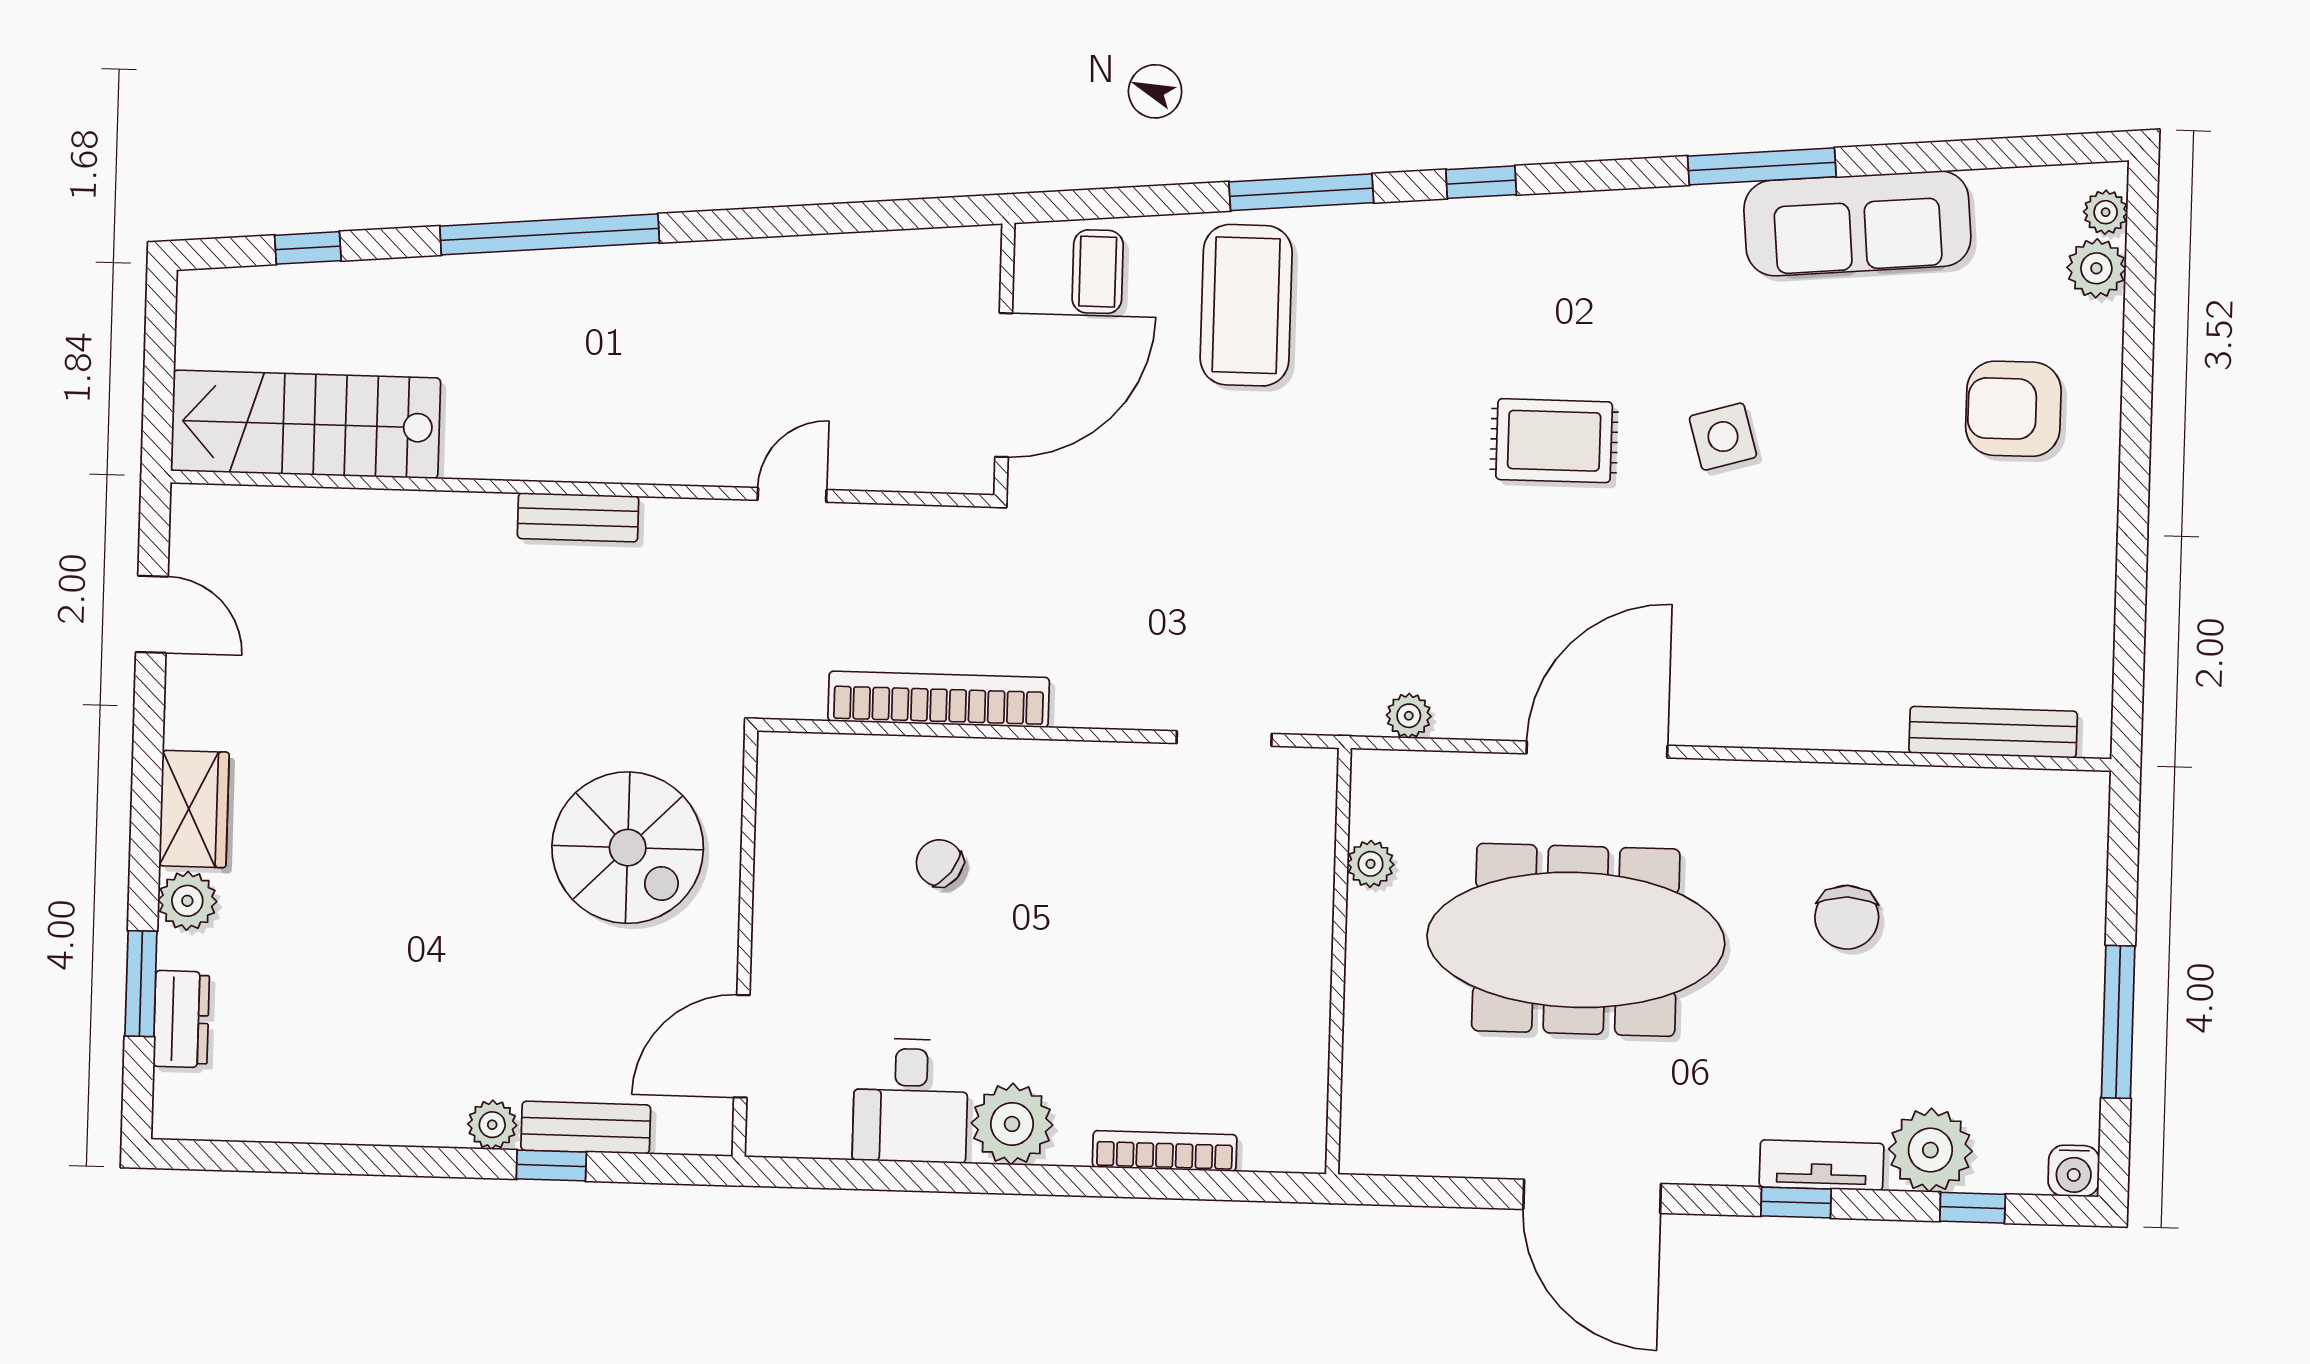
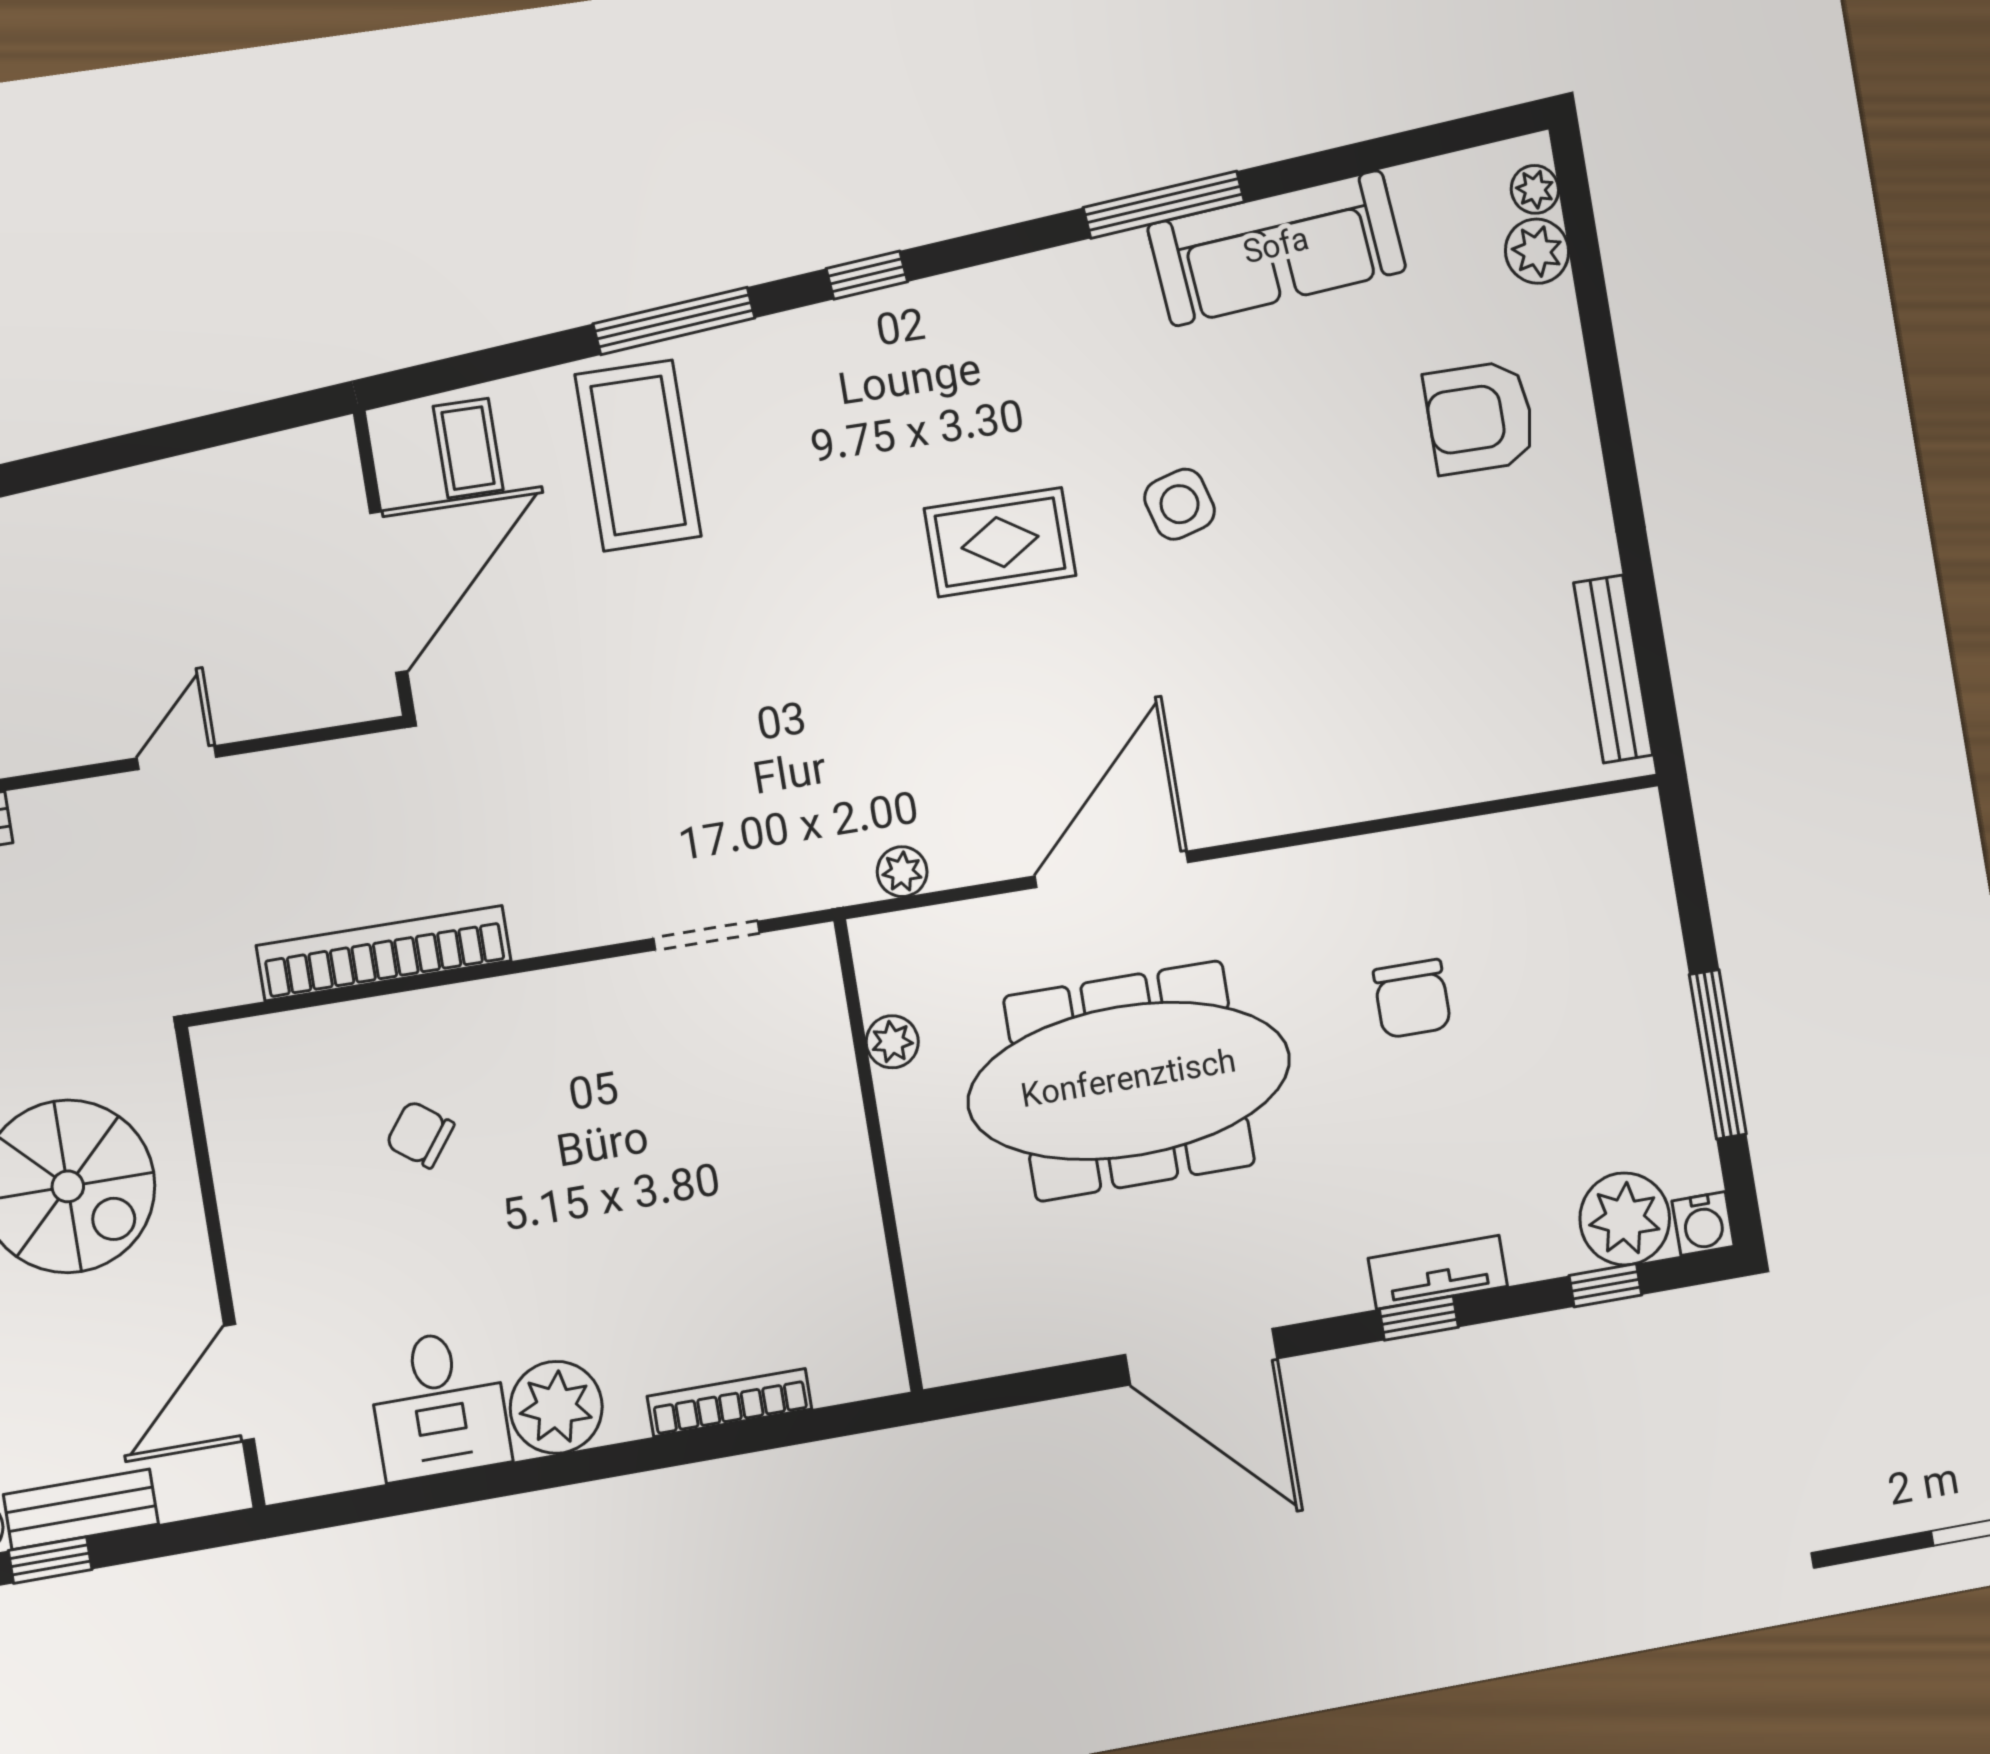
bench: (1993, 732) -> (1613, 669), moved, turned 90
plant: (1930, 1150) -> (1625, 1219), moved

